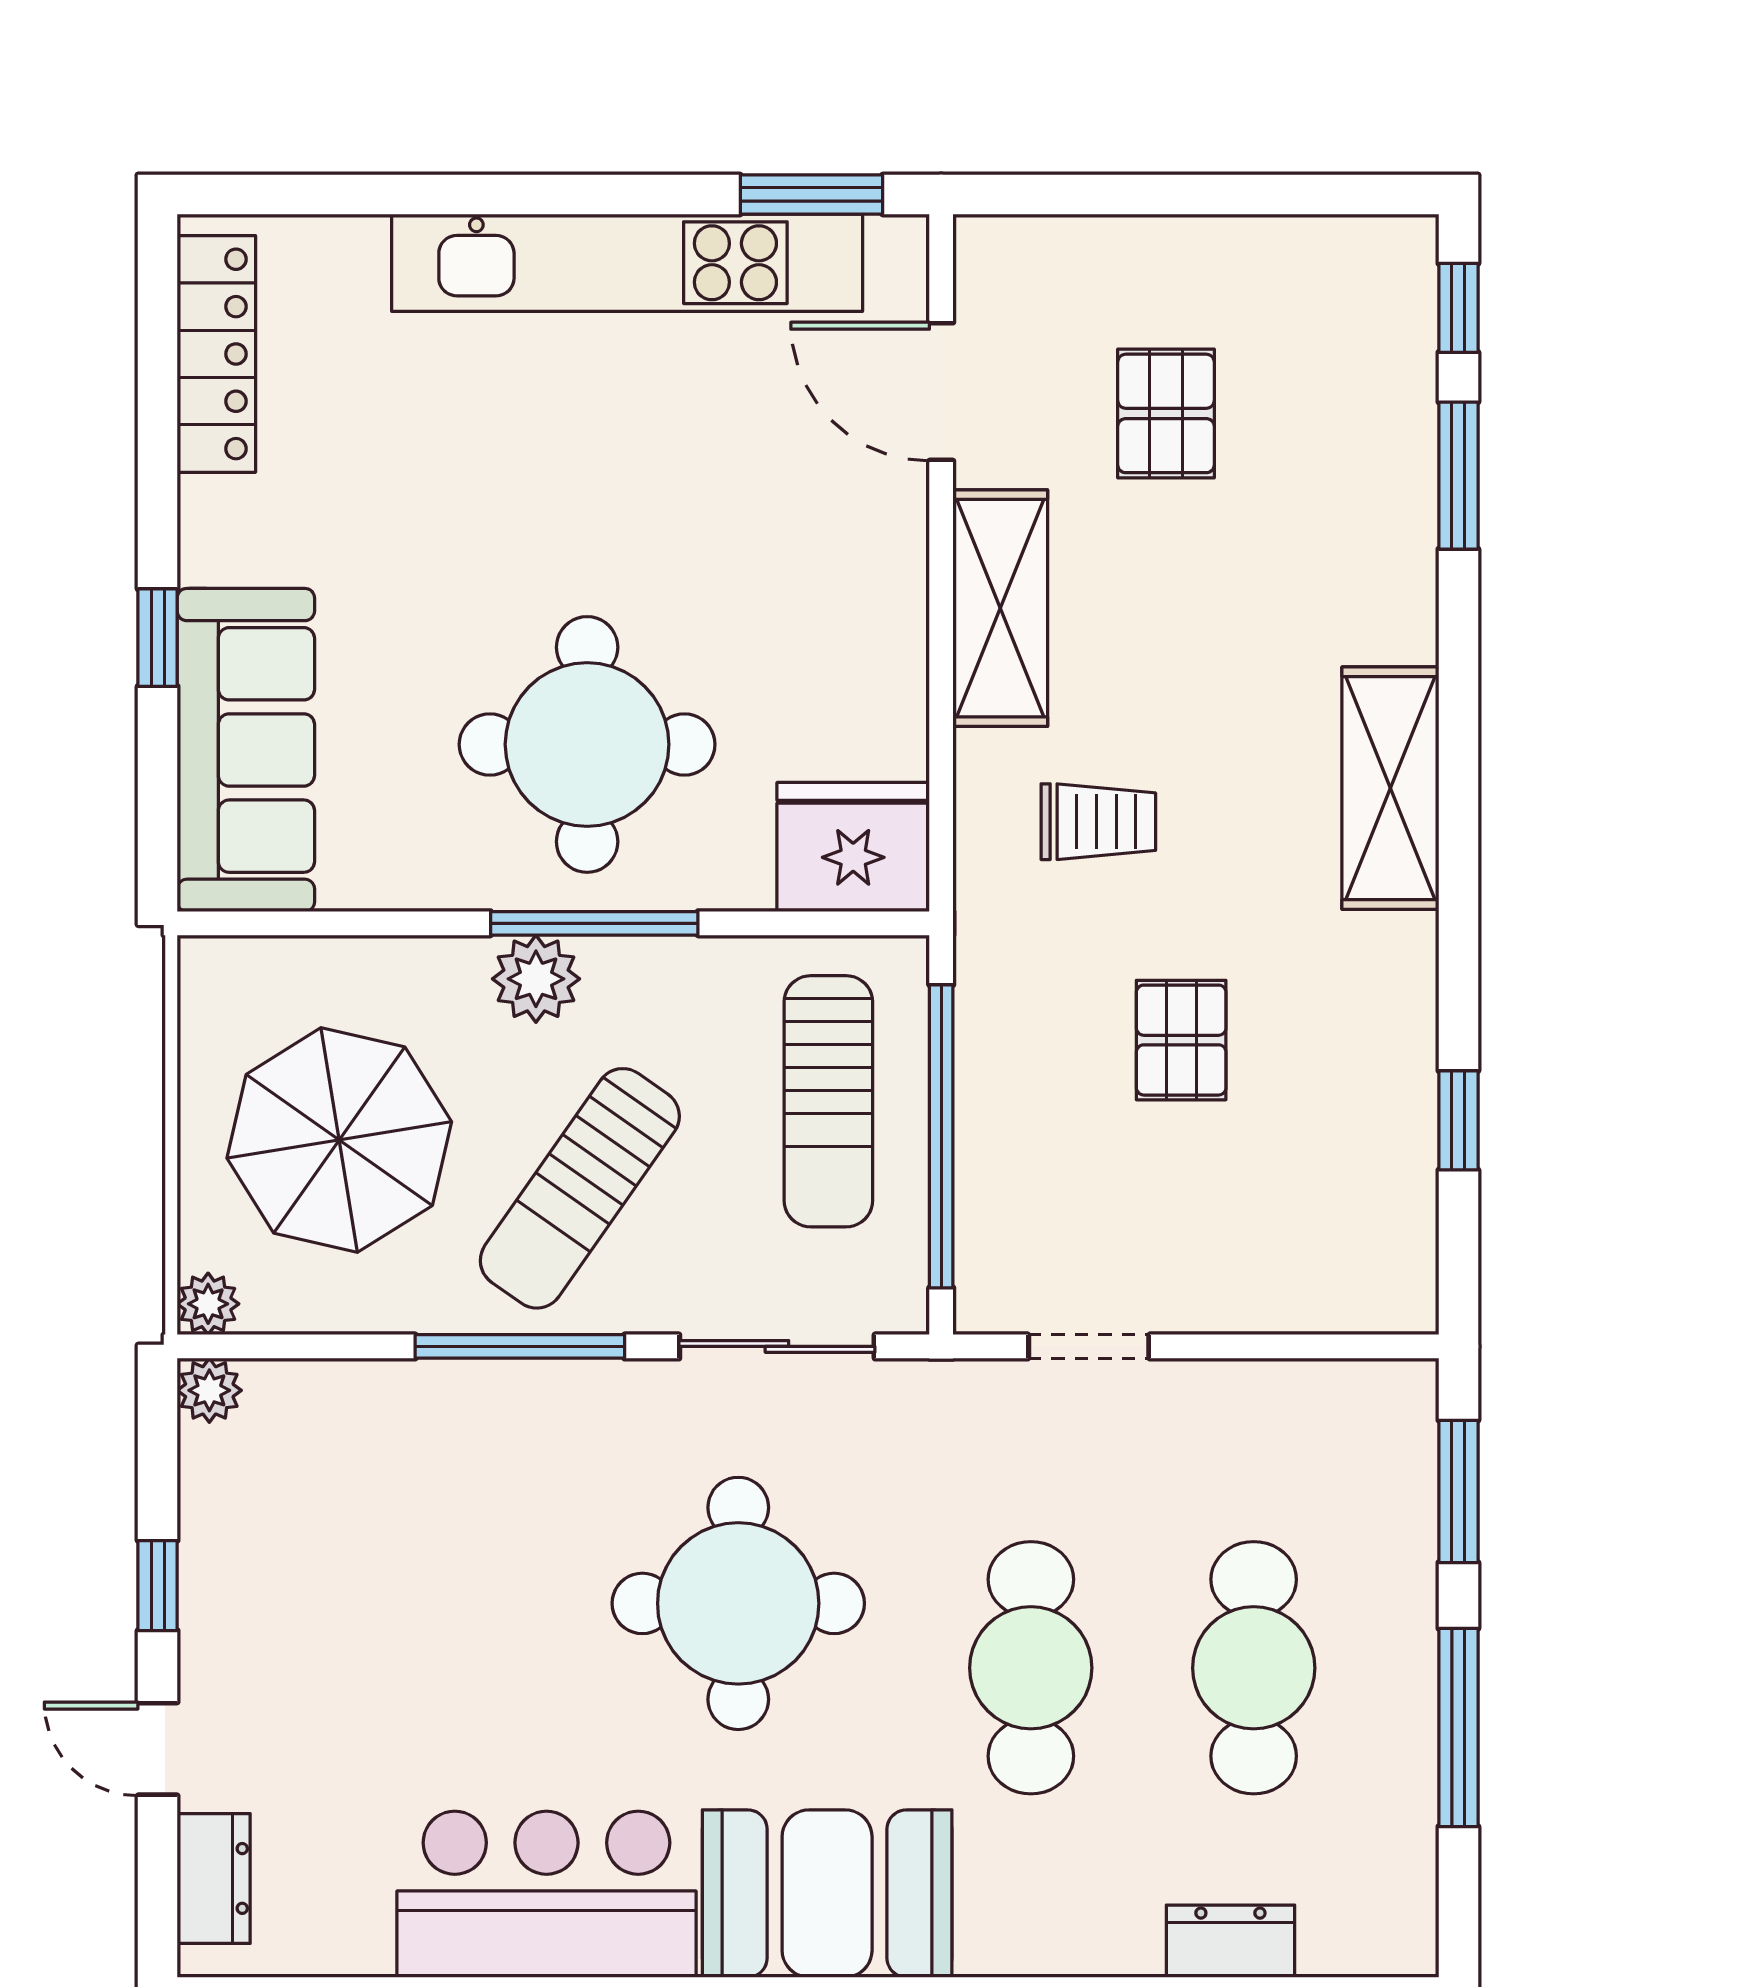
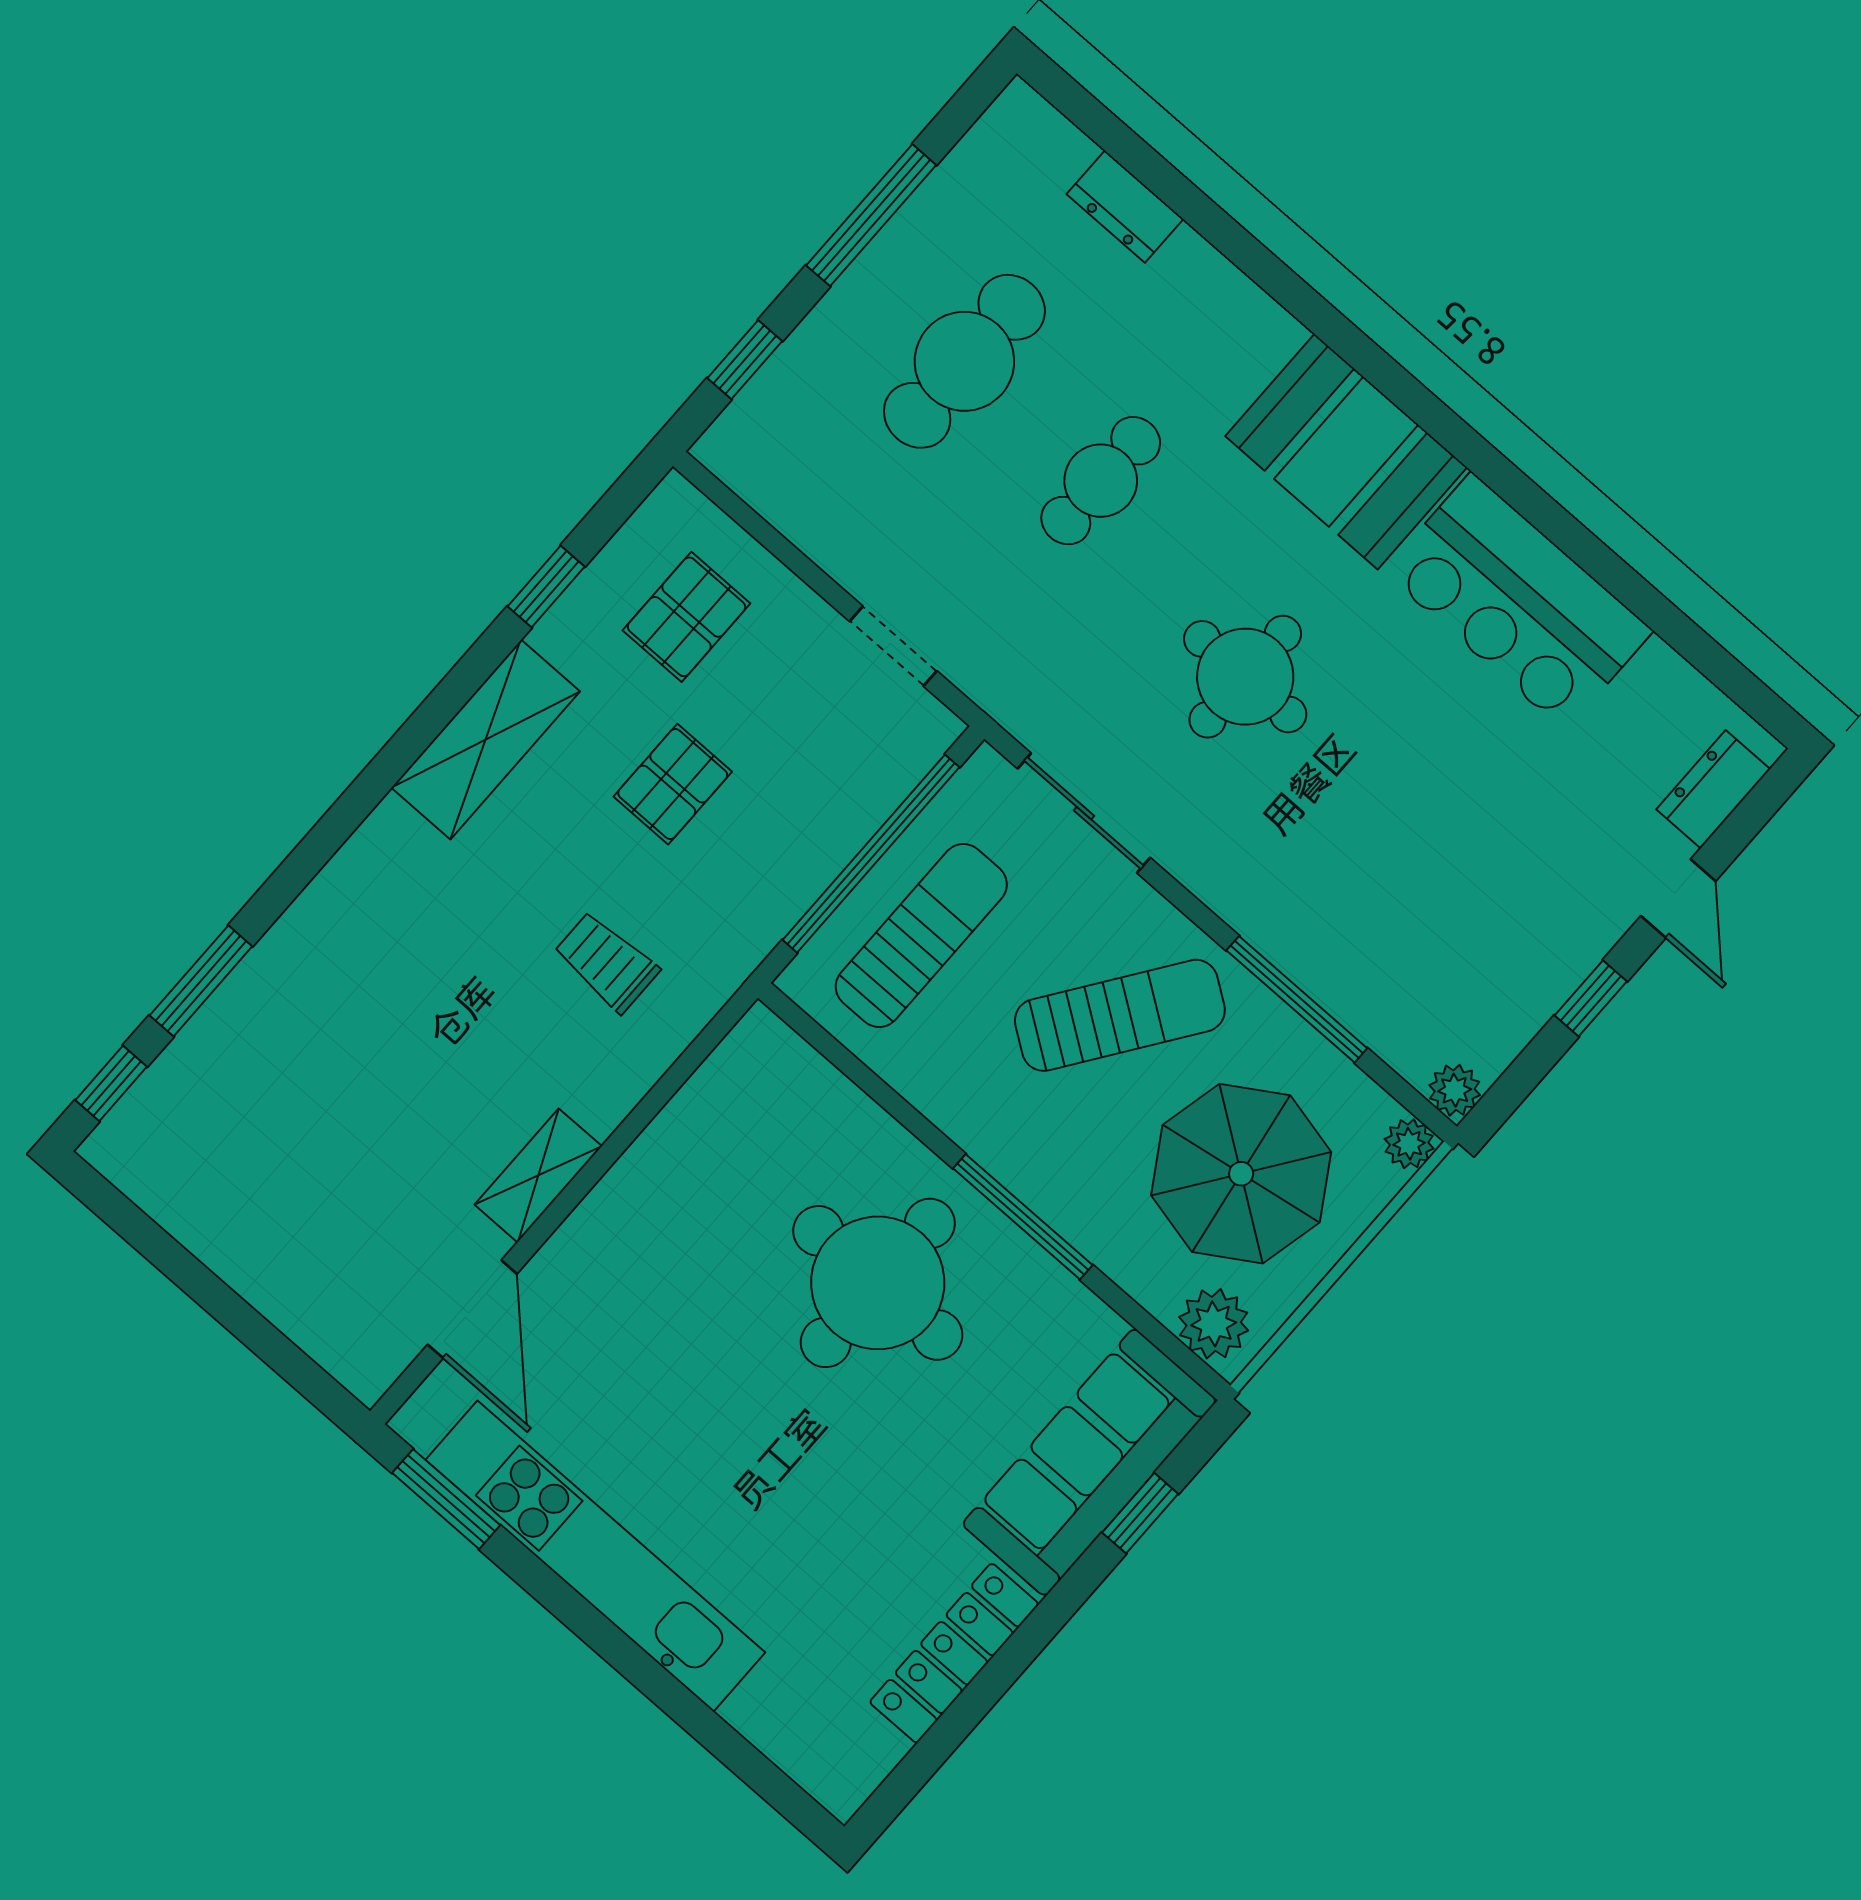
locker: (216, 354) -> (954, 1653), moved
pallet: (1166, 413) -> (686, 617), moved
shelving: (1000, 608) -> (538, 1175), width x0.67, depth x0.75
window: (158, 638) -> (1140, 1513), moved
shelving: (1390, 788) -> (486, 740), moved
fridge: (853, 847) -> (770, 1078), removed
window: (594, 923) -> (1023, 1217), moved
plant: (536, 979) -> (1214, 1324), moved
window: (520, 1346) -> (1297, 999), moved
window: (1458, 1491) -> (745, 360), width x0.67
round table: (738, 1603) -> (1245, 677), width x0.73, depth x0.73
cafe table: (1031, 1668) -> (1101, 481), width x0.73, depth x0.74

